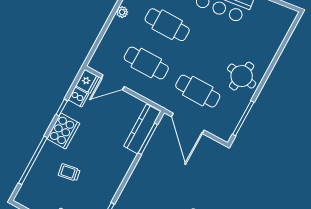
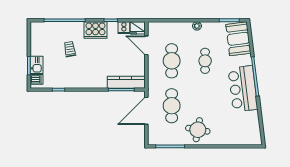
cafe table: (167, 25) -> (205, 61), width x0.73, depth x0.74

